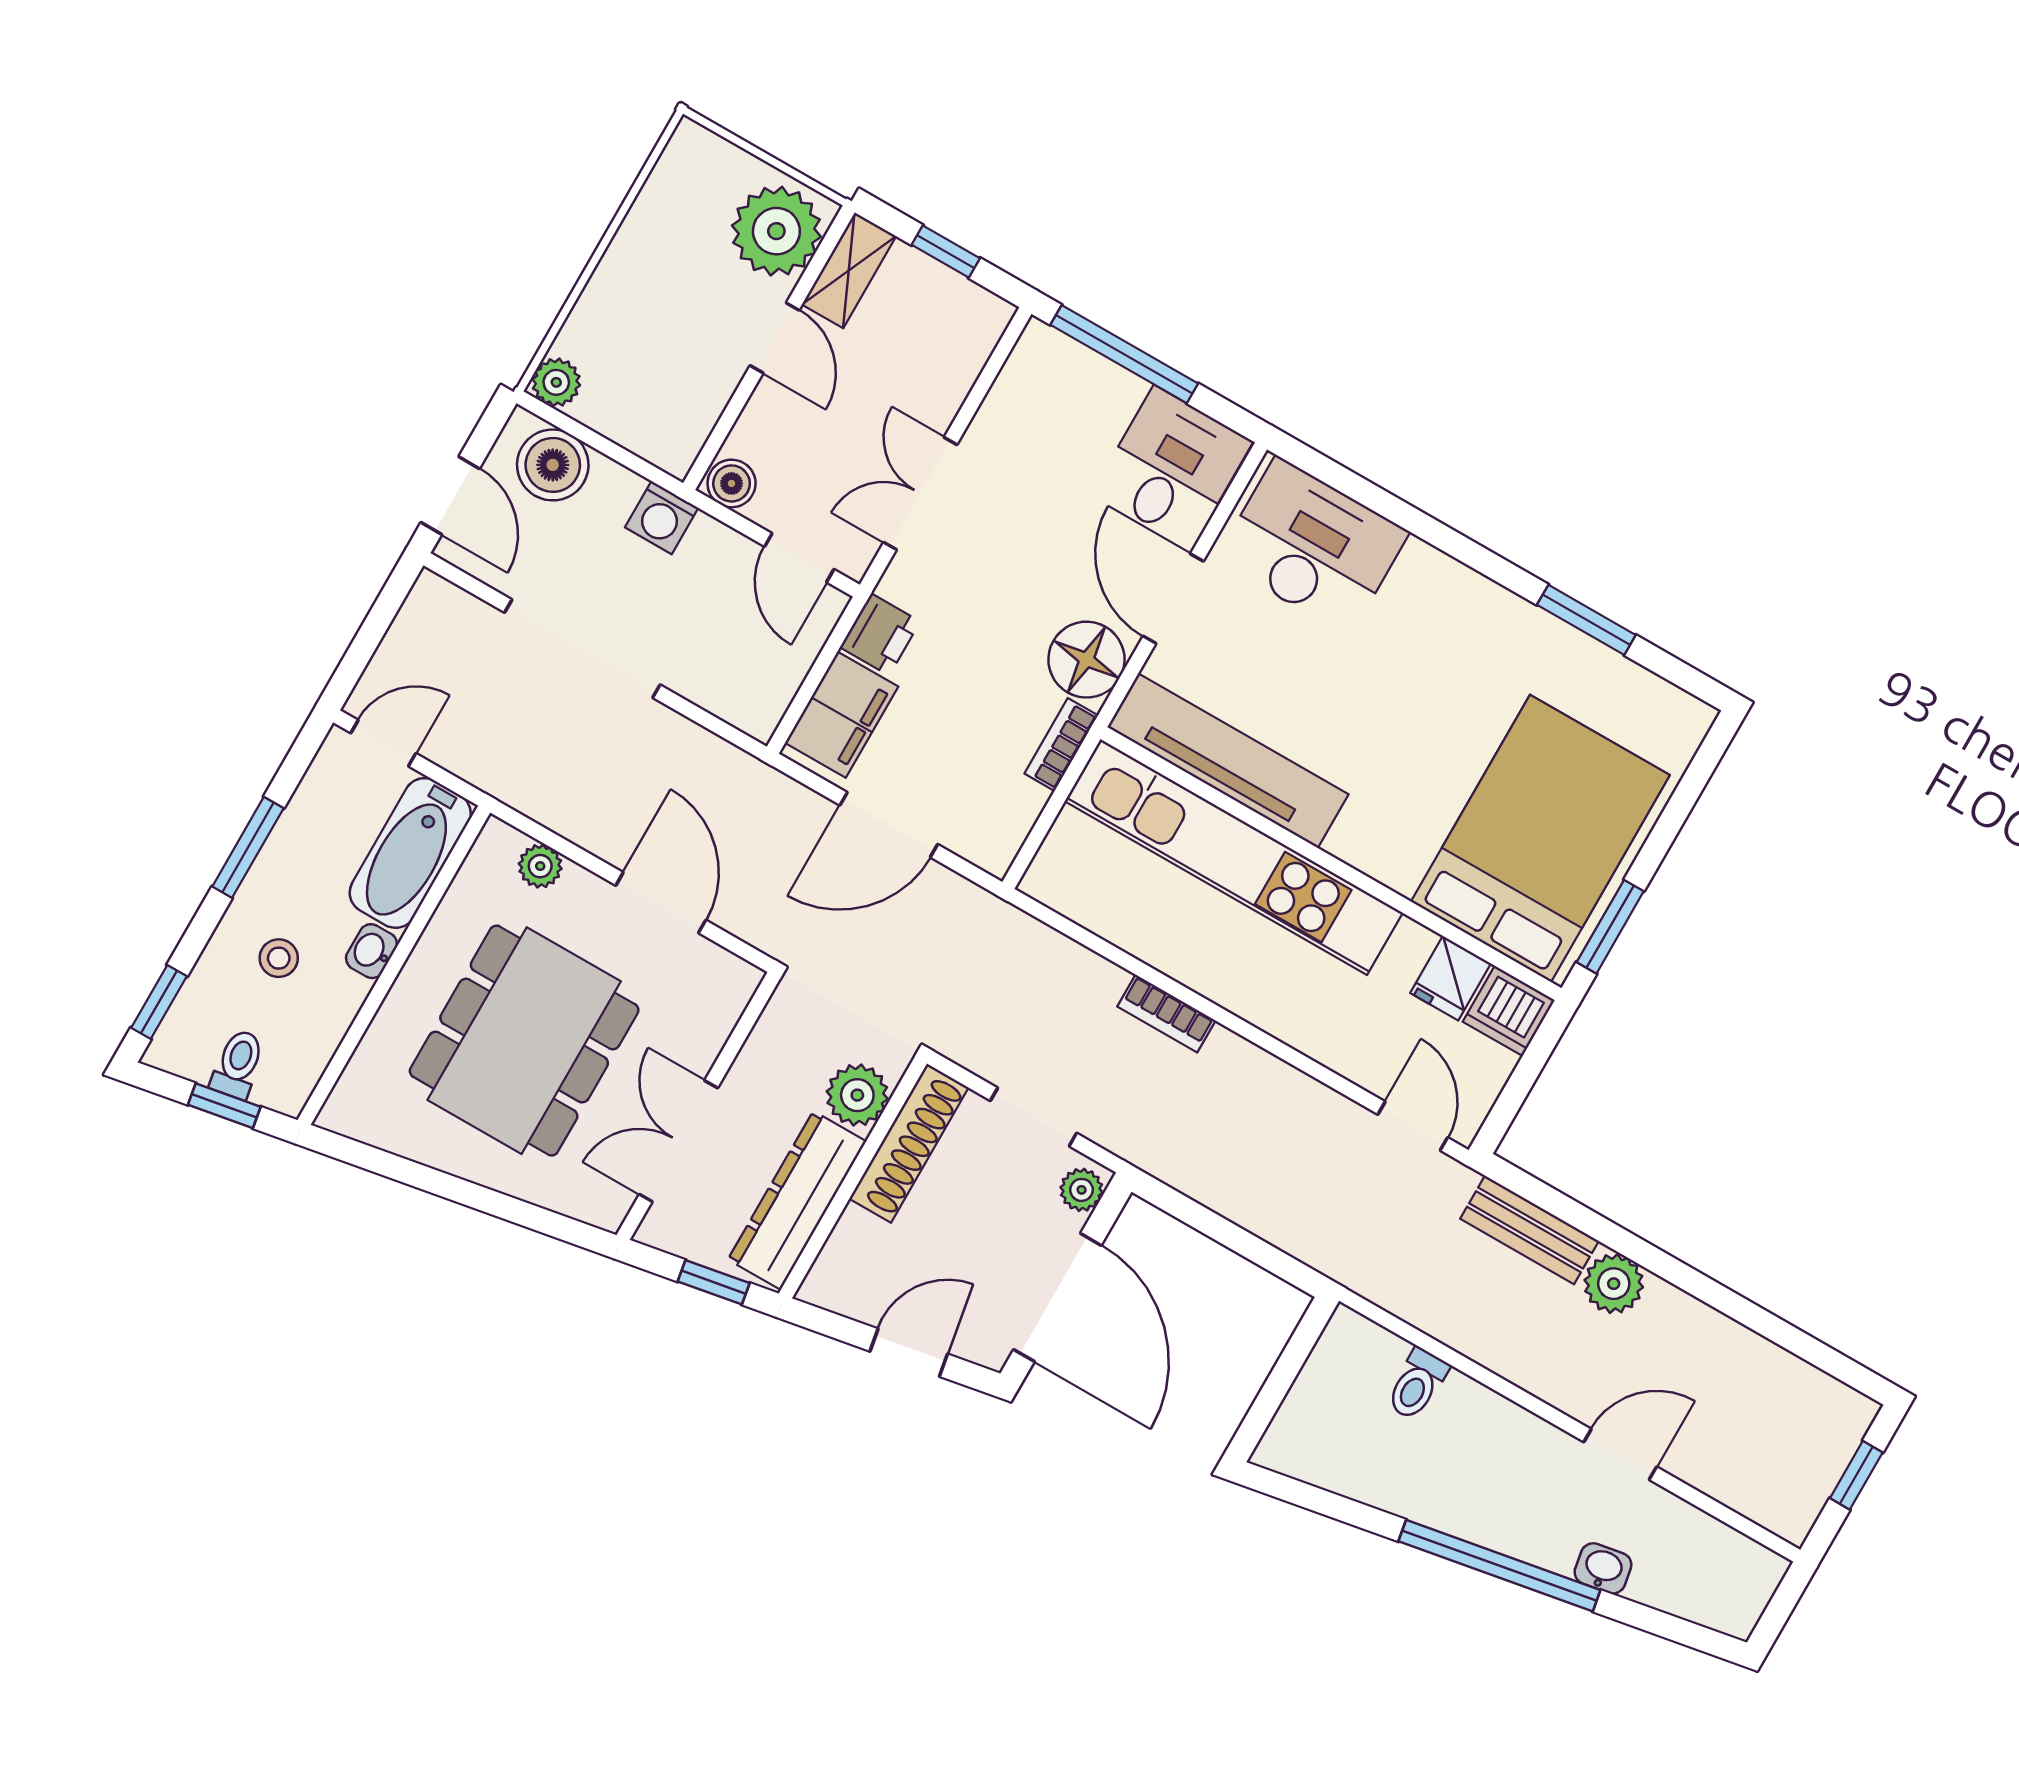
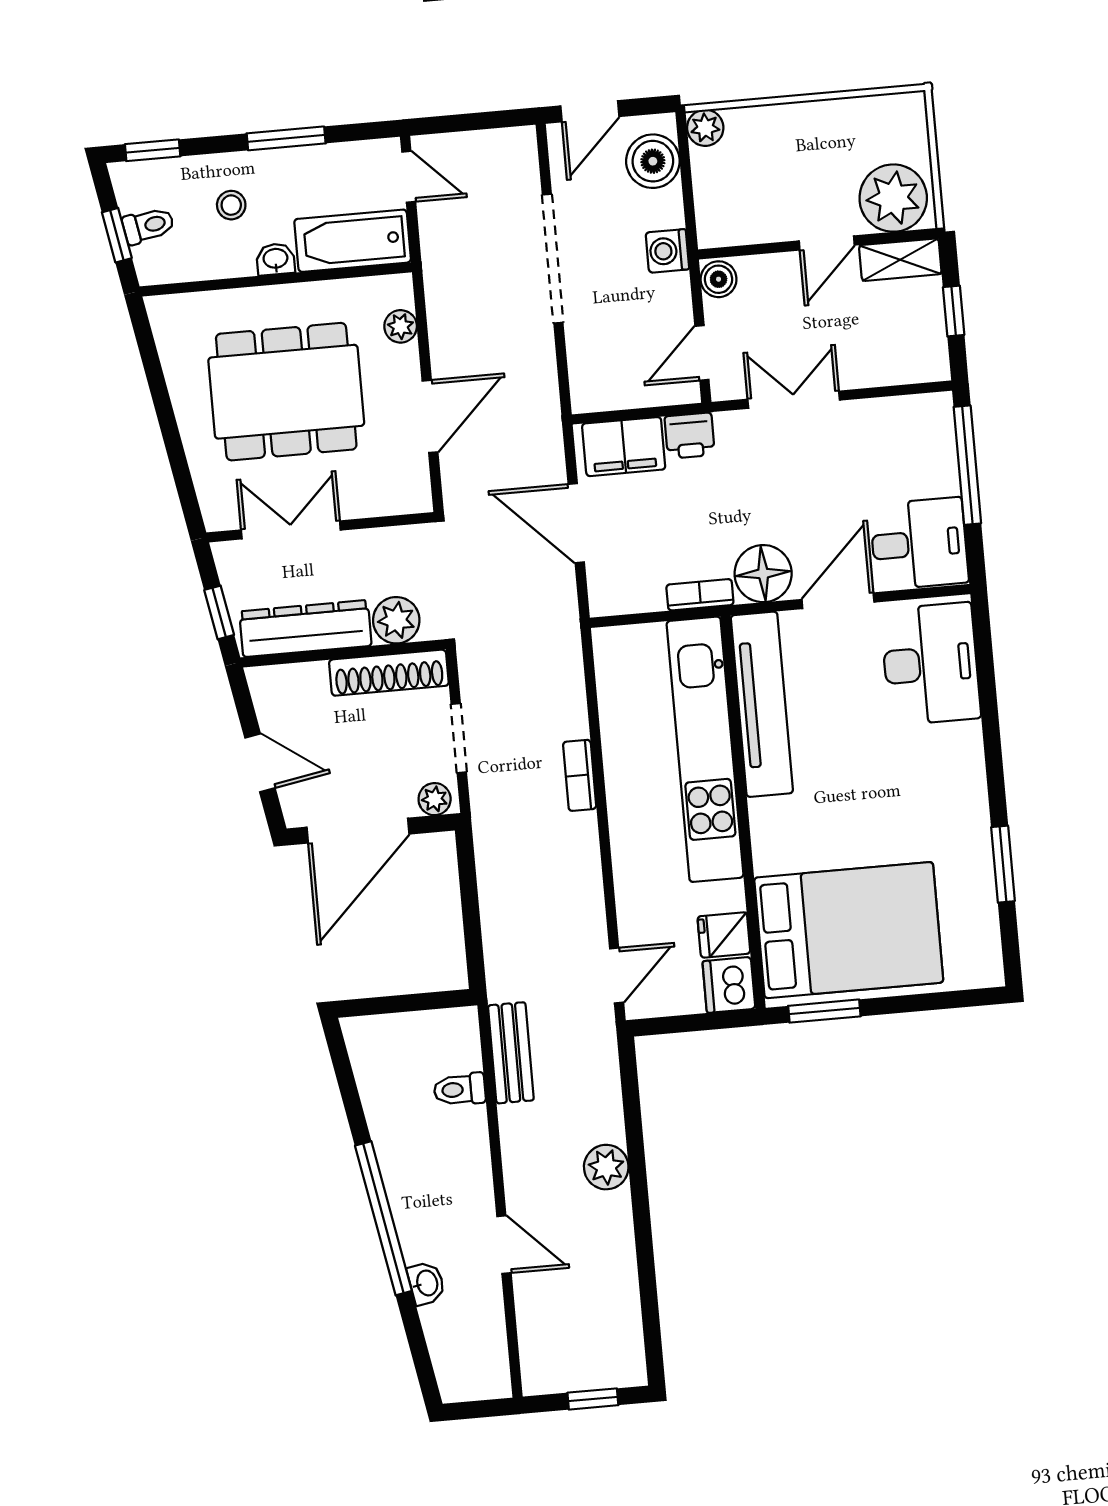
bench: (1529, 1230) -> (511, 1053), moved

